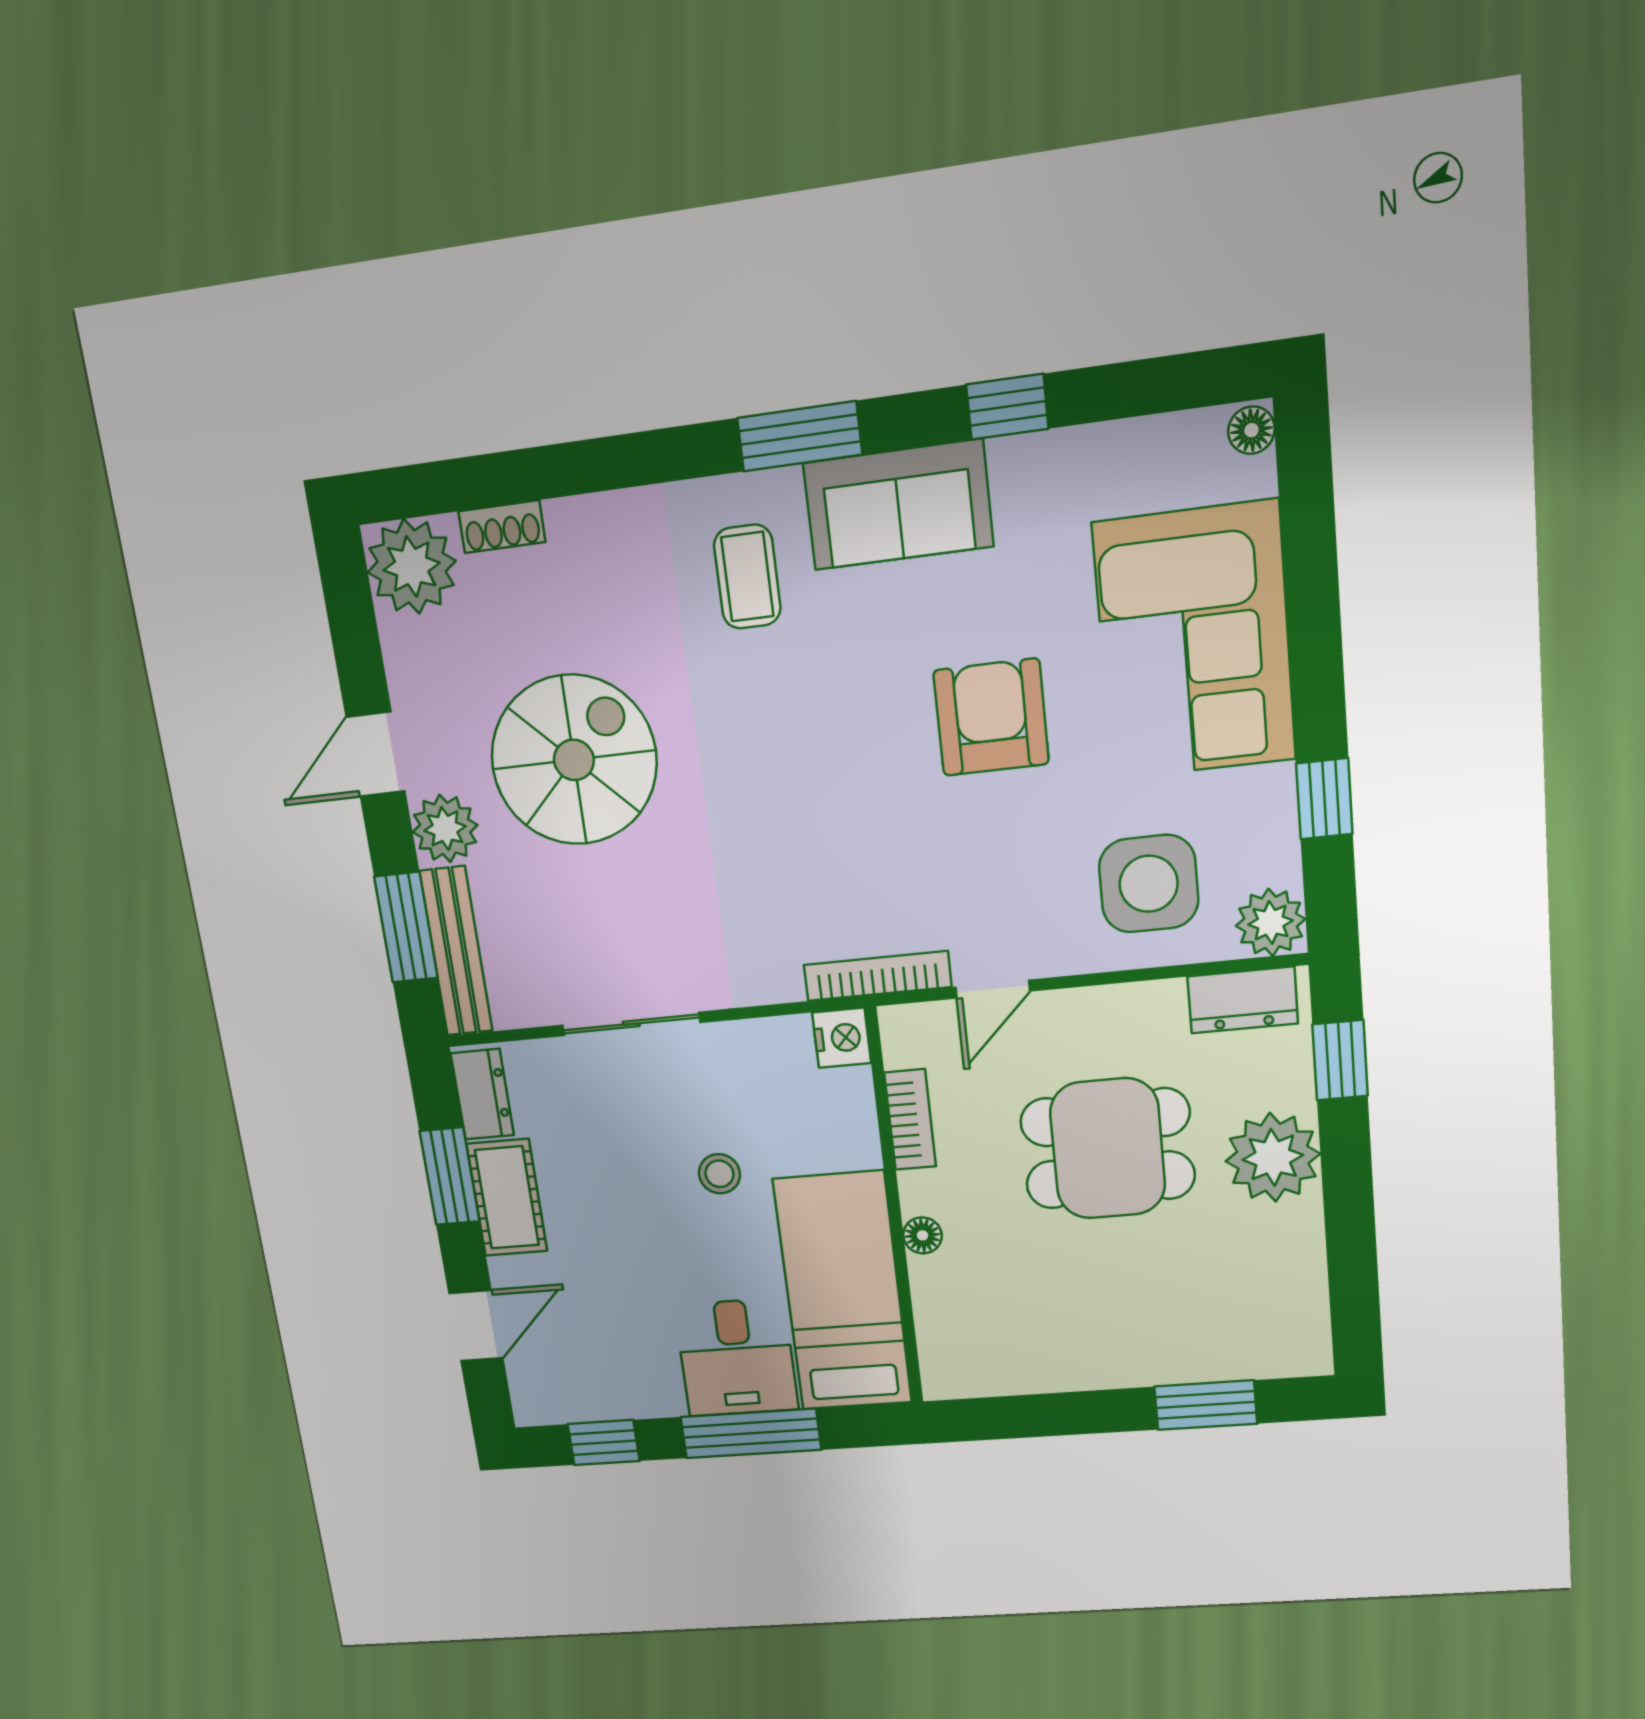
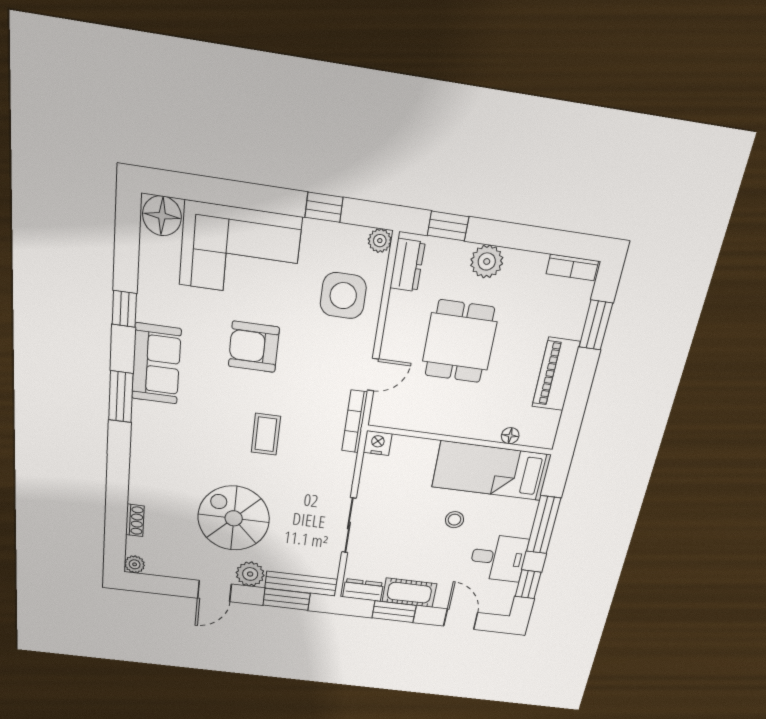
floor lamp: (1251, 430) -> (162, 216), width x1.89, depth x1.89
plant: (412, 567) -> (135, 564), width x0.53, depth x0.53
coffee table: (747, 577) -> (266, 434), moved, turned 90
door: (376, 754) -> (215, 591), hinge flipped
plant: (1271, 922) -> (380, 241), width x0.73, depth x0.73
door: (993, 989) -> (373, 375), hinge flipped
bookcase: (910, 1120) -> (572, 267), moved, turned 180
plant: (1273, 1157) -> (487, 261), width x0.73, depth x0.73
stool: (719, 1174) -> (454, 520), moved
floor lamp: (923, 1235) -> (510, 436), moved
desk: (736, 1357) -> (498, 558), moved
piano: (1086, 1359) -> (556, 374), added

